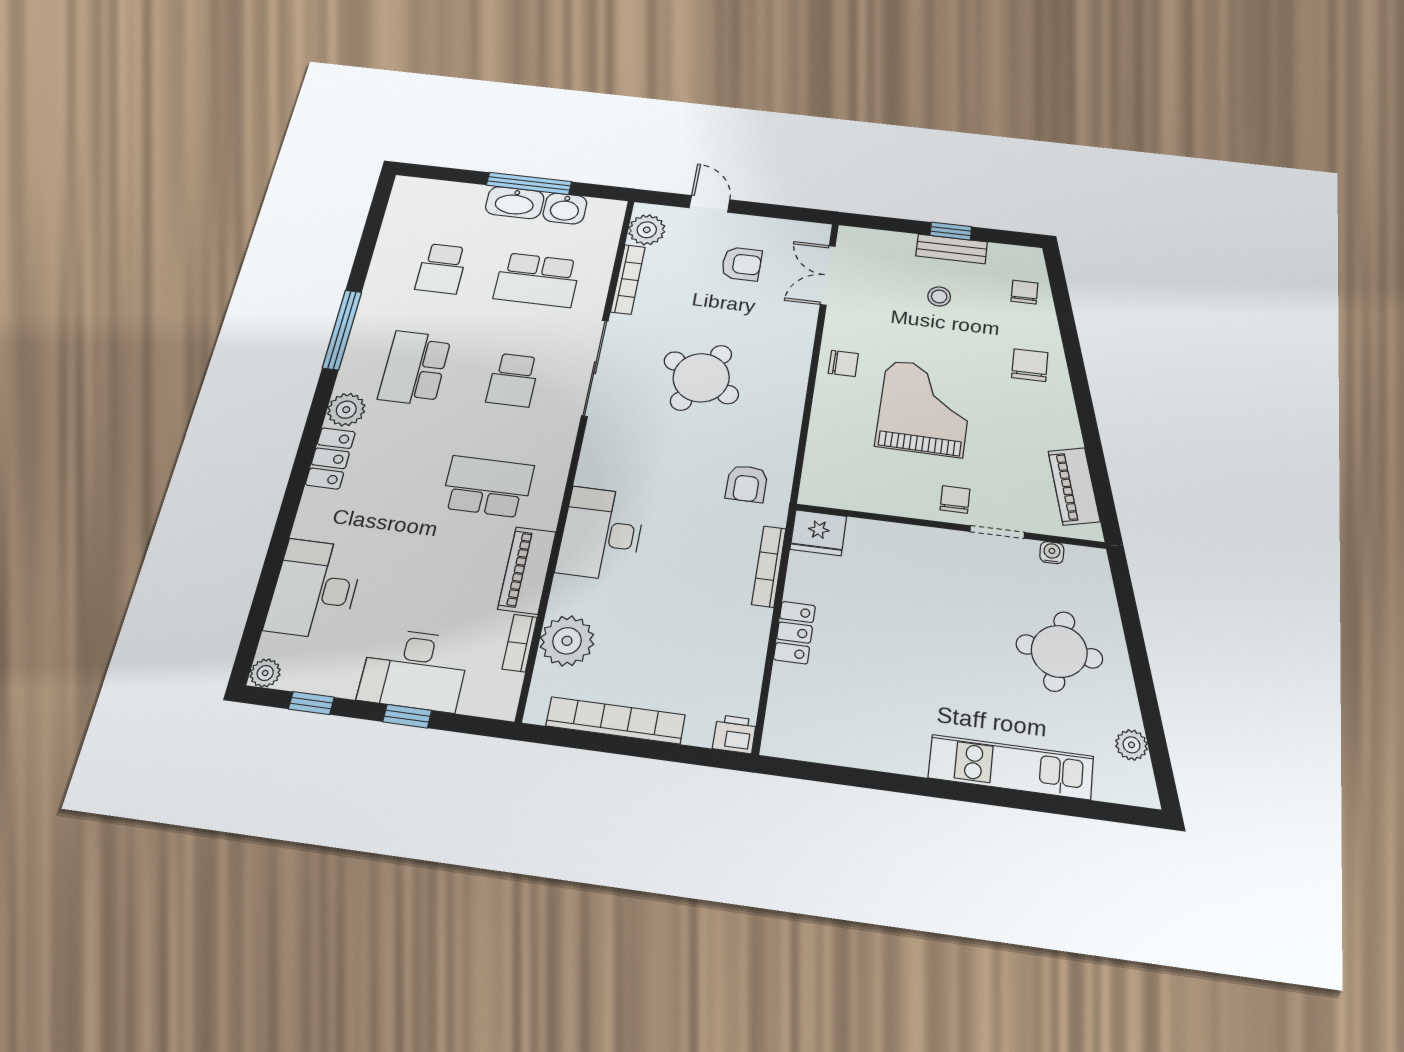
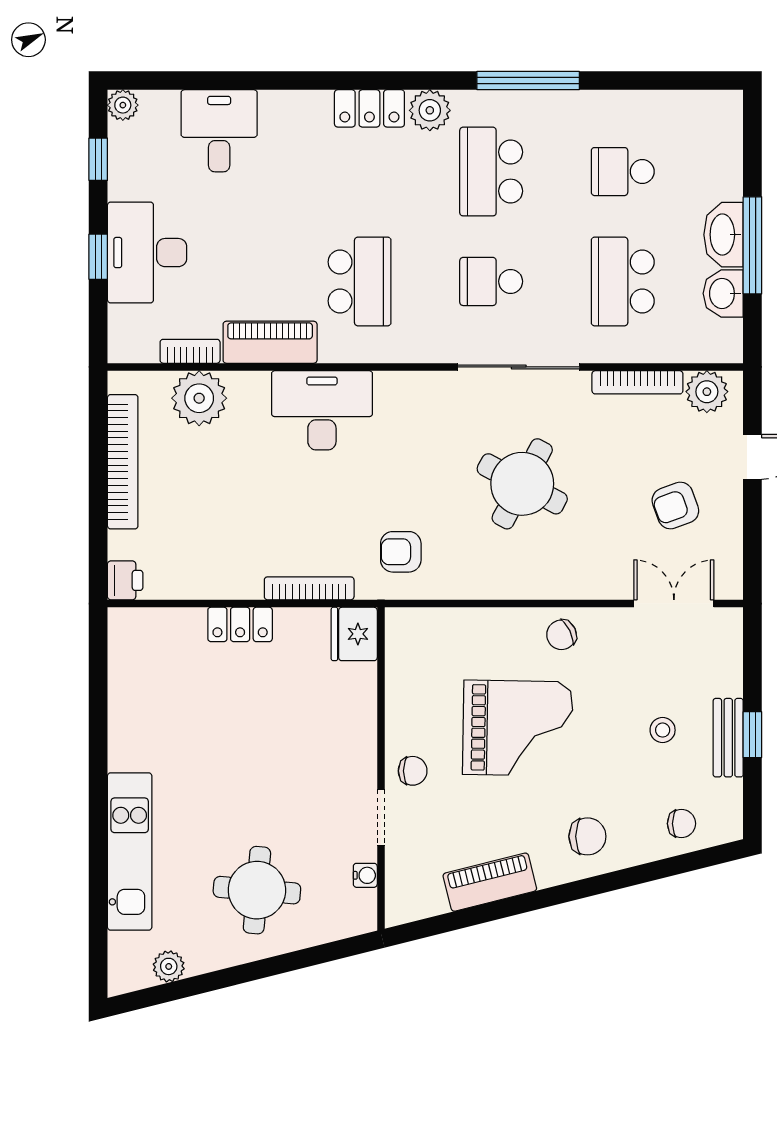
armchair: (742, 264) -> (675, 506), turned 70
chair: (843, 363) -> (562, 635), turned 64
school desk: (415, 368) -> (491, 172), turned -90
piano: (1074, 486) -> (490, 882), moved
desk: (315, 589) -> (219, 131), width x0.73

